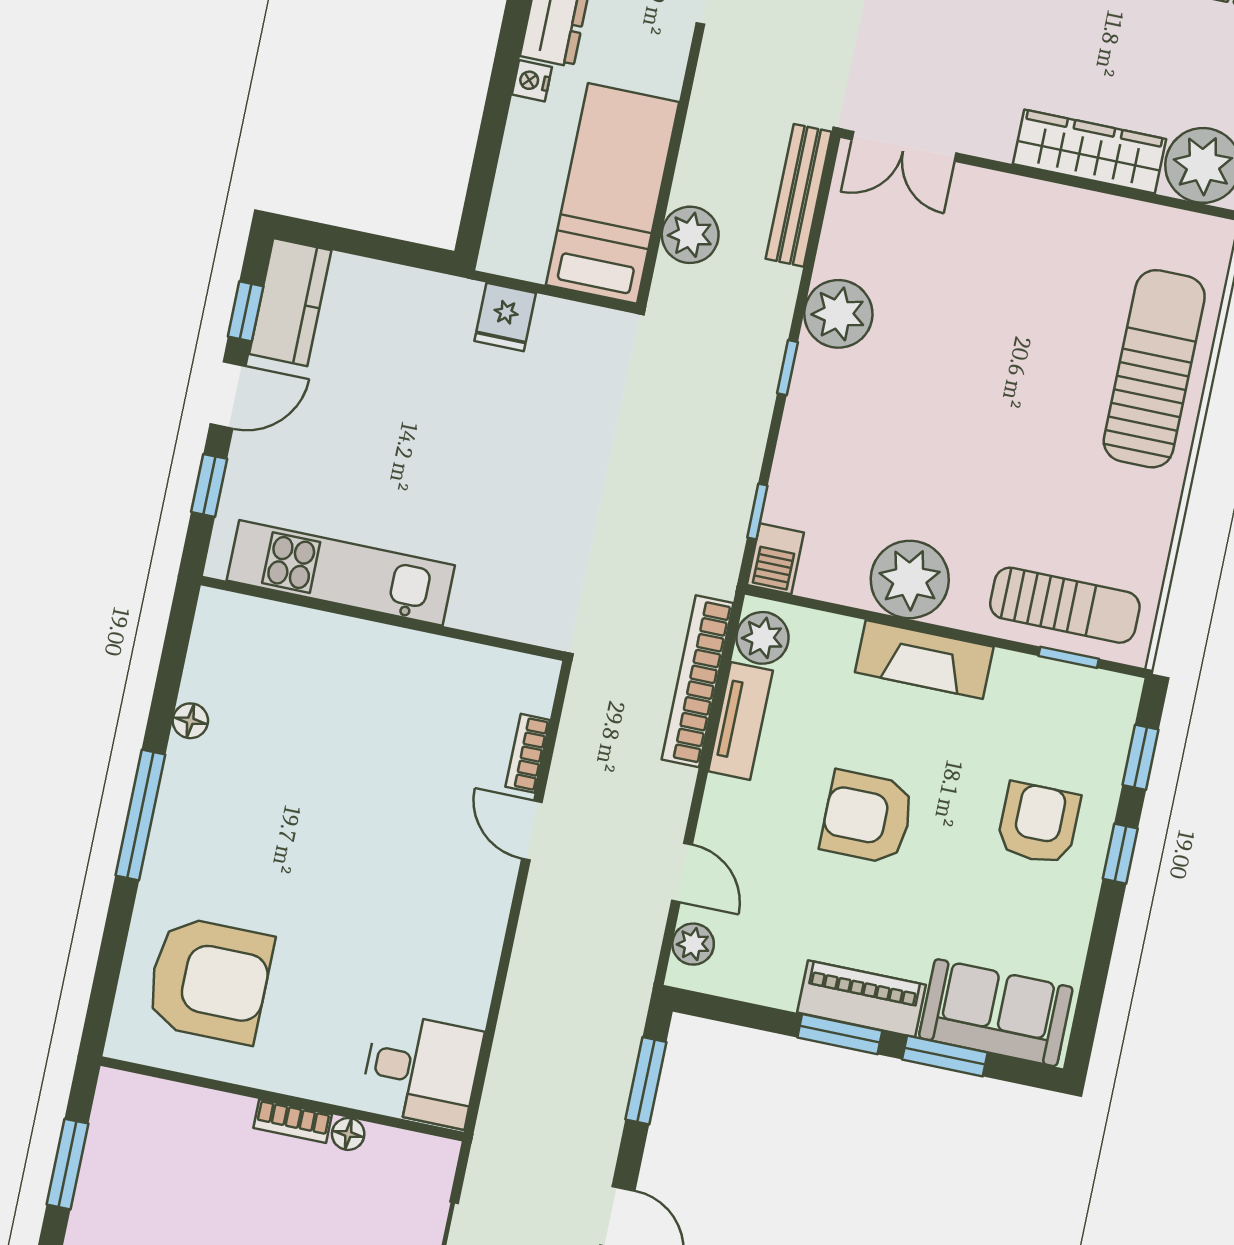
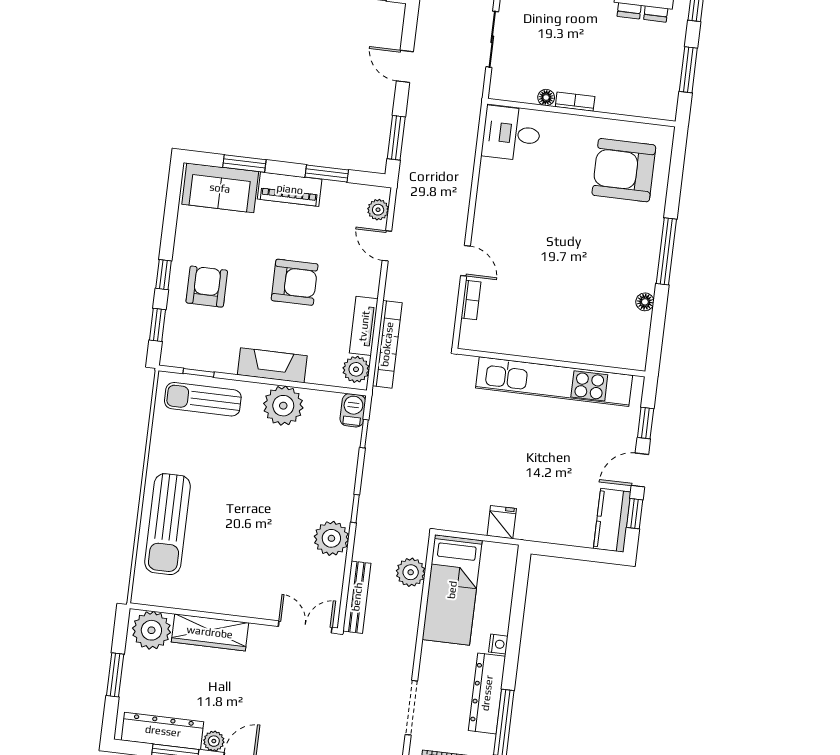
kitchen unit: (341, 573) -> (554, 382), width x1.36
armchair: (1038, 823) -> (207, 287), turned 180
window: (840, 1034) -> (327, 173), moved

